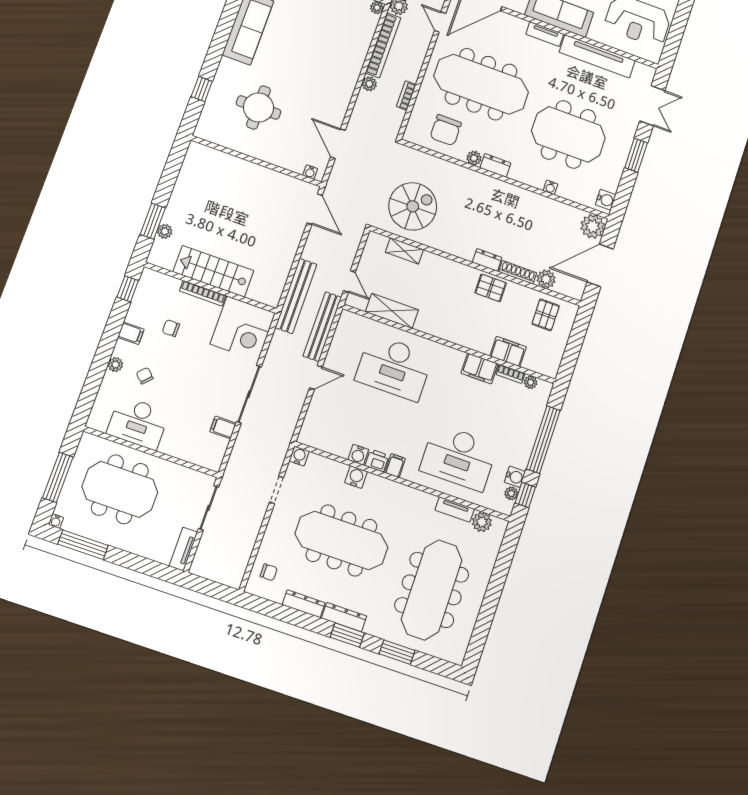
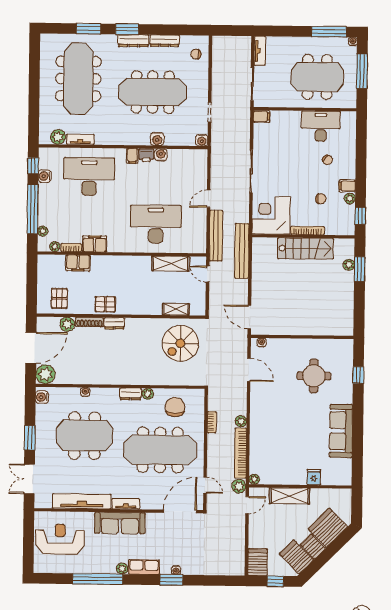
plant: (115, 365) -> (350, 198), moved
filing cabinet: (223, 427) -> (262, 116), moved
plant: (511, 493) -> (43, 231), moved

